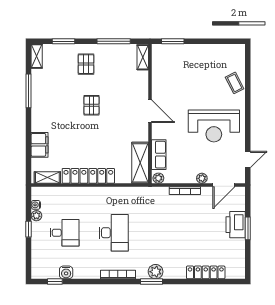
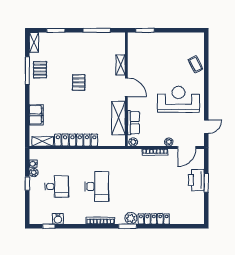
shelving: (143, 57) -> (121, 65), moved
pallet: (86, 64) -> (40, 70), moved
reception desk: (214, 126) -> (179, 99), turned 180
shelving: (140, 163) -> (118, 118), moved
locker: (206, 272) -> (154, 219), moved

